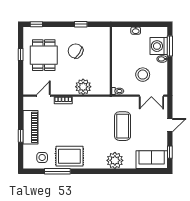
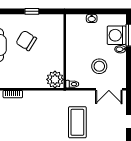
plant: (83, 87) -> (55, 79), moved

